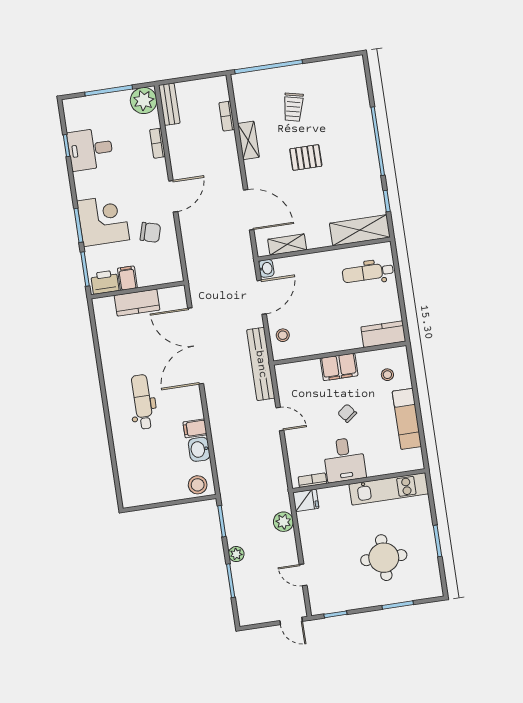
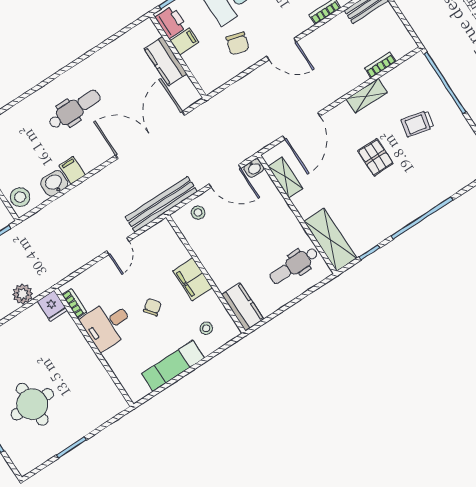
dental chair: (368, 273) -> (294, 266), turned -90
kitchen unit: (389, 489) -> (99, 379), removed

